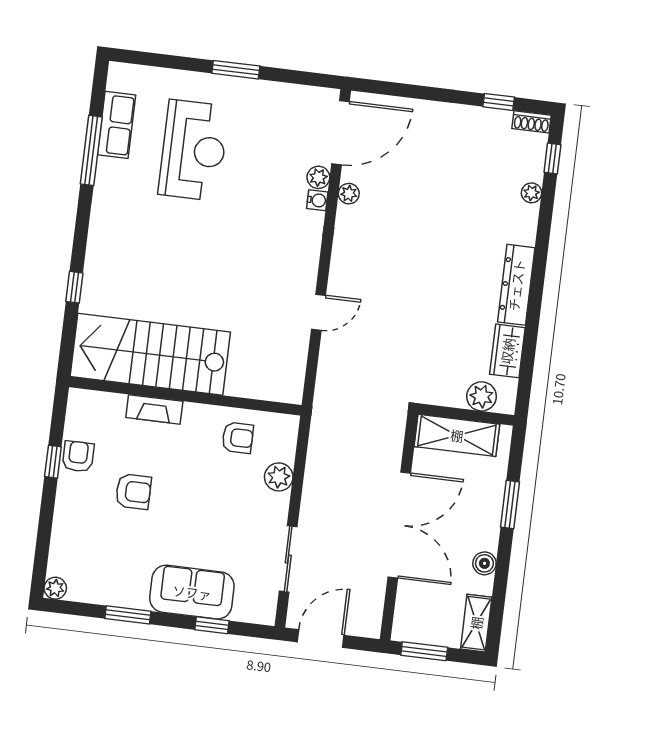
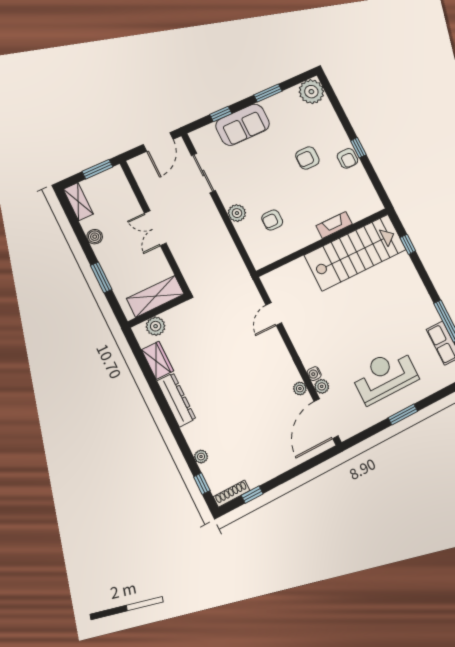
shoe rack: (532, 122) -> (232, 494), width x1.43
reception desk: (194, 150) -> (385, 376), moved, turned 90
stairs: (150, 354) -> (355, 252), moved
wall: (185, 396) -> (323, 242), moved
fireplace: (154, 409) -> (334, 225), moved
double door: (399, 525) -> (155, 228), width x0.54
plant: (55, 588) -> (311, 92), width x1.88, depth x1.88

